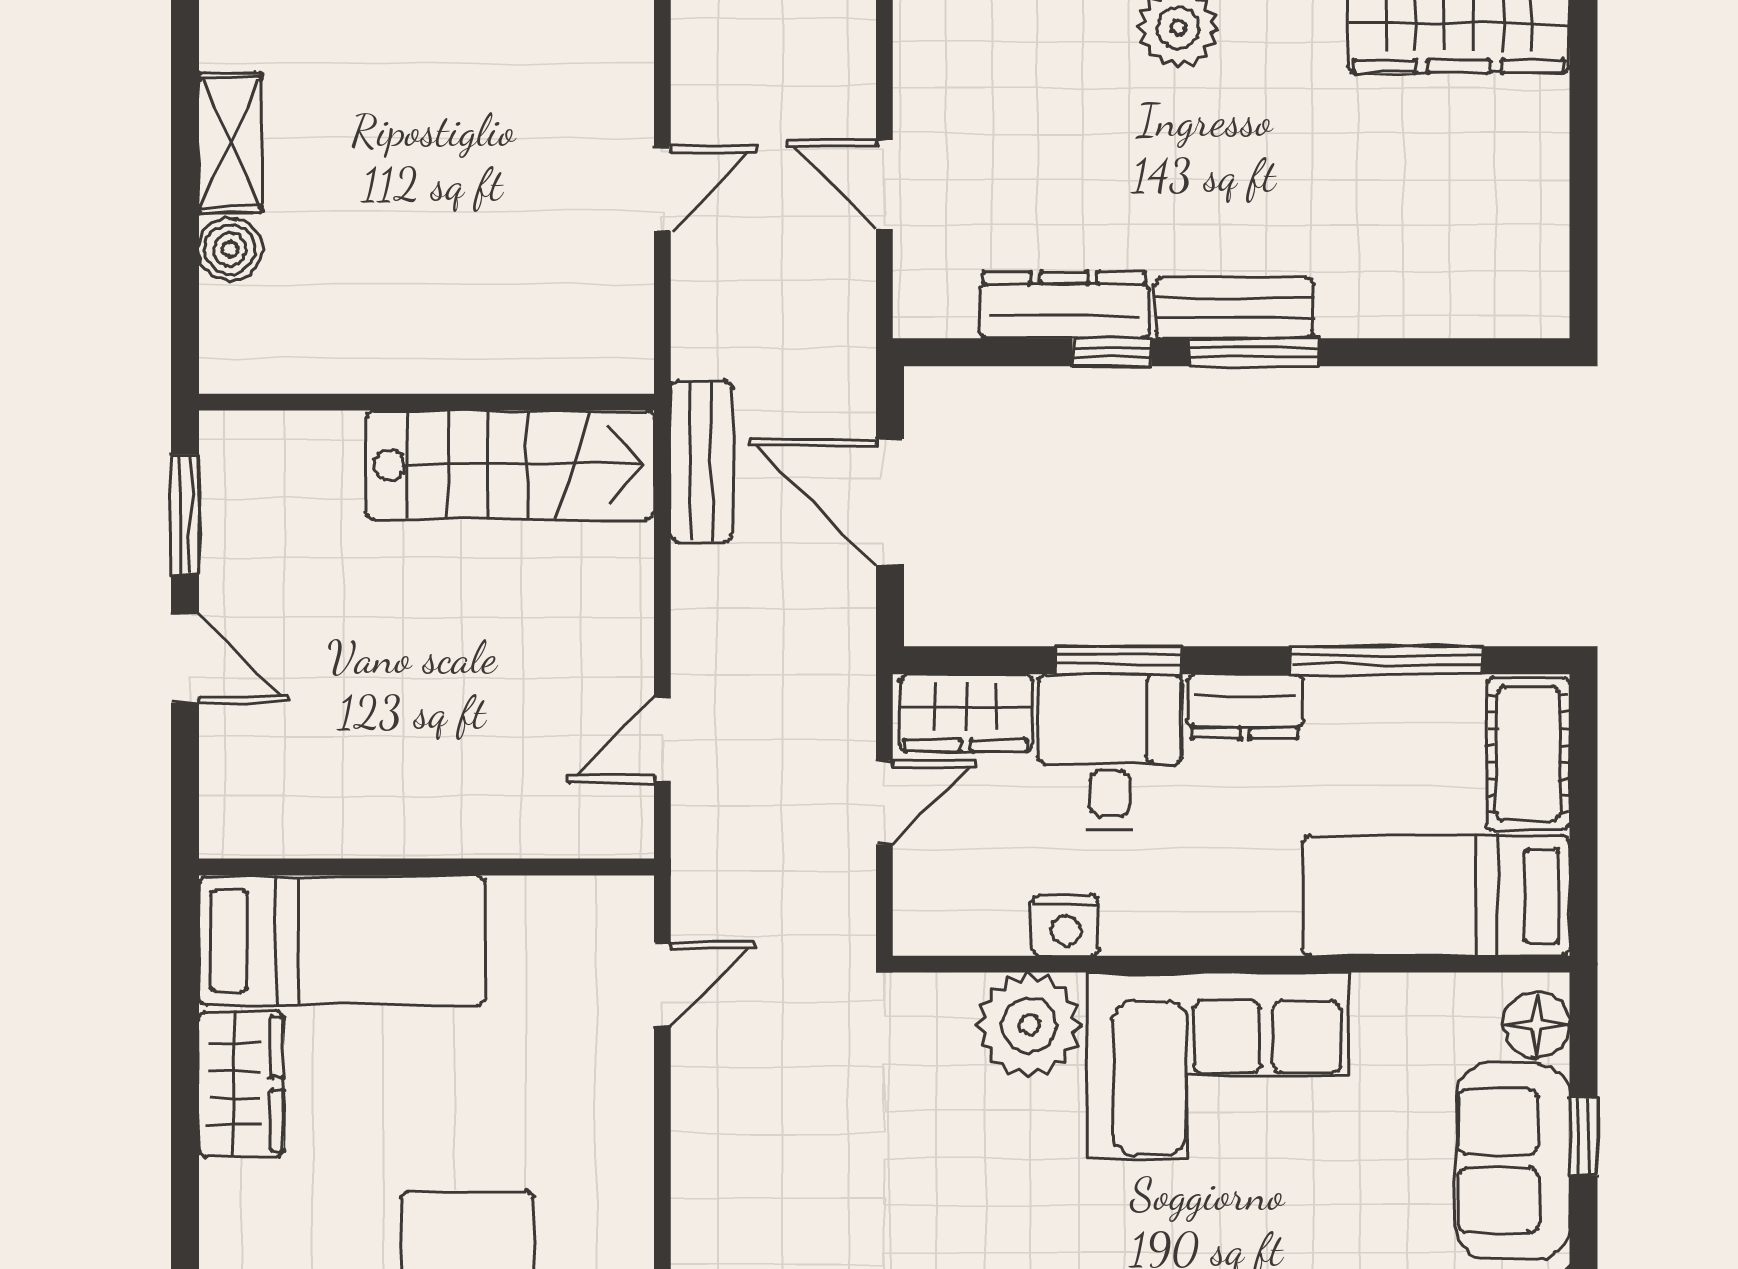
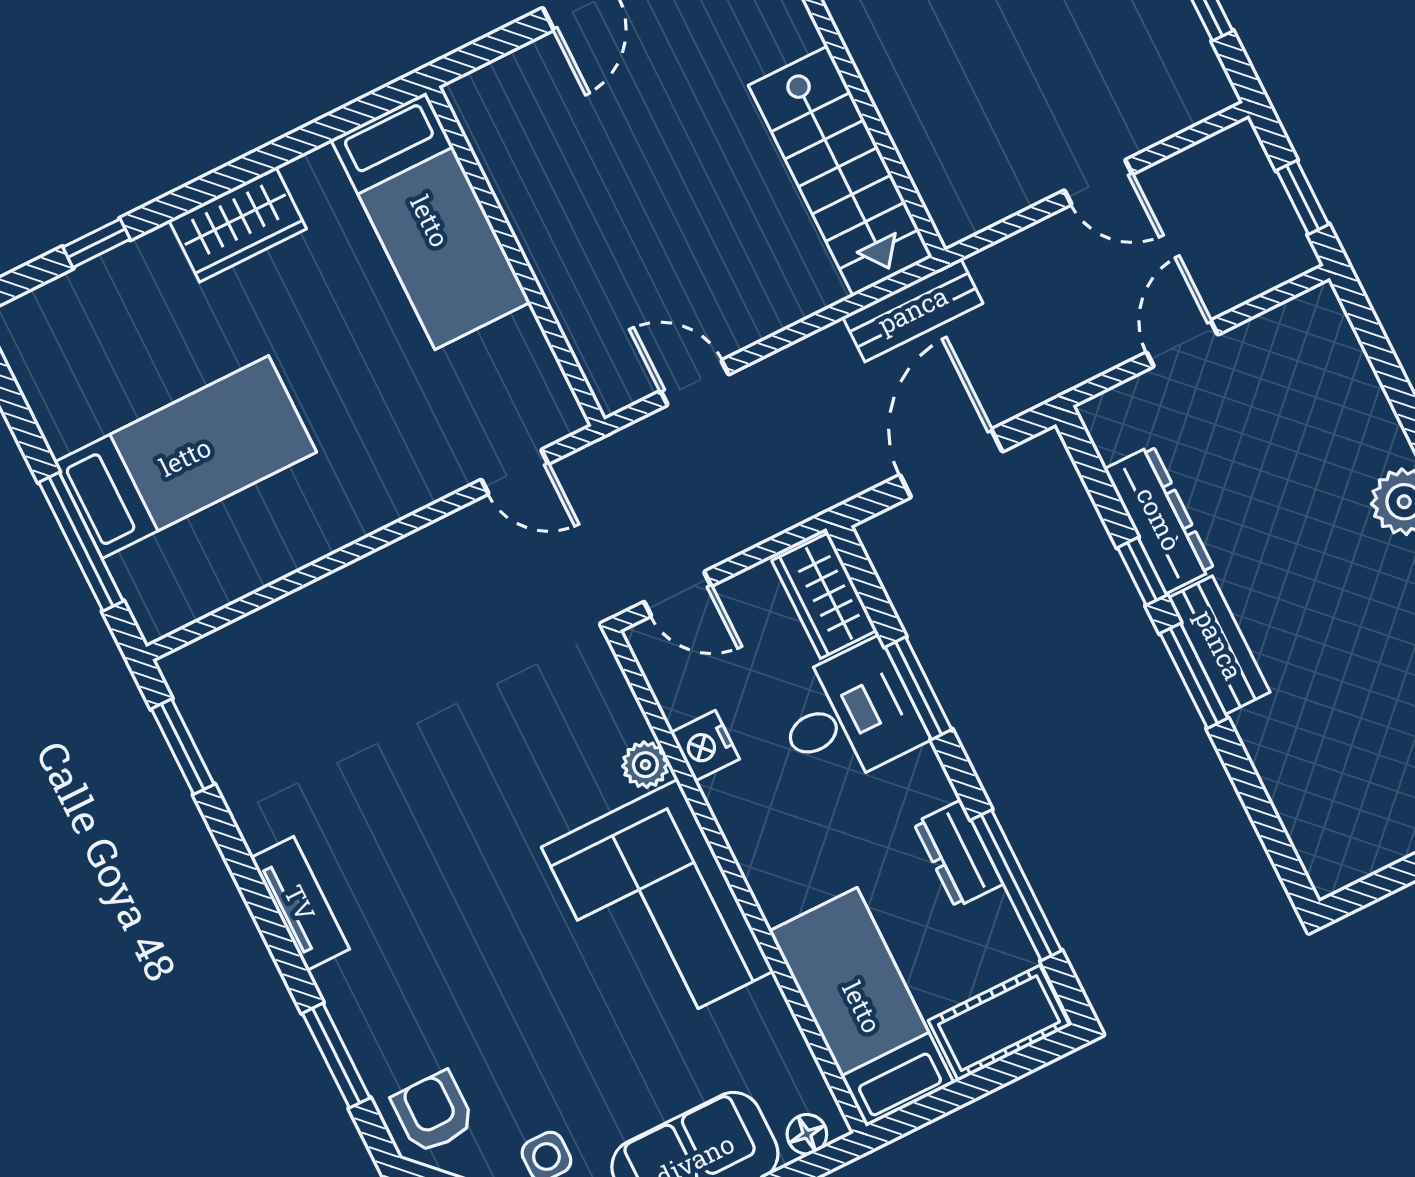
dresser: (1245, 707) -> (958, 854), moved
door: (884, 802) -> (678, 594), moved
floor lamp: (1537, 1024) -> (807, 1134), width x0.73, depth x0.73
plant: (1029, 1025) -> (645, 765), width x0.53, depth x0.53
wardrobe: (241, 1084) -> (238, 225), moved

